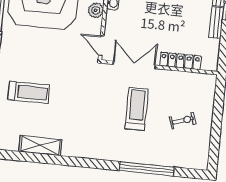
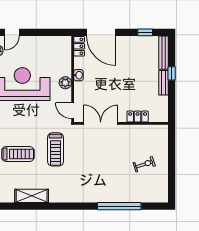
locker: (180, 61) -> (138, 117), width x0.66
treadmill: (137, 109) -> (56, 149), moved, turned 180

